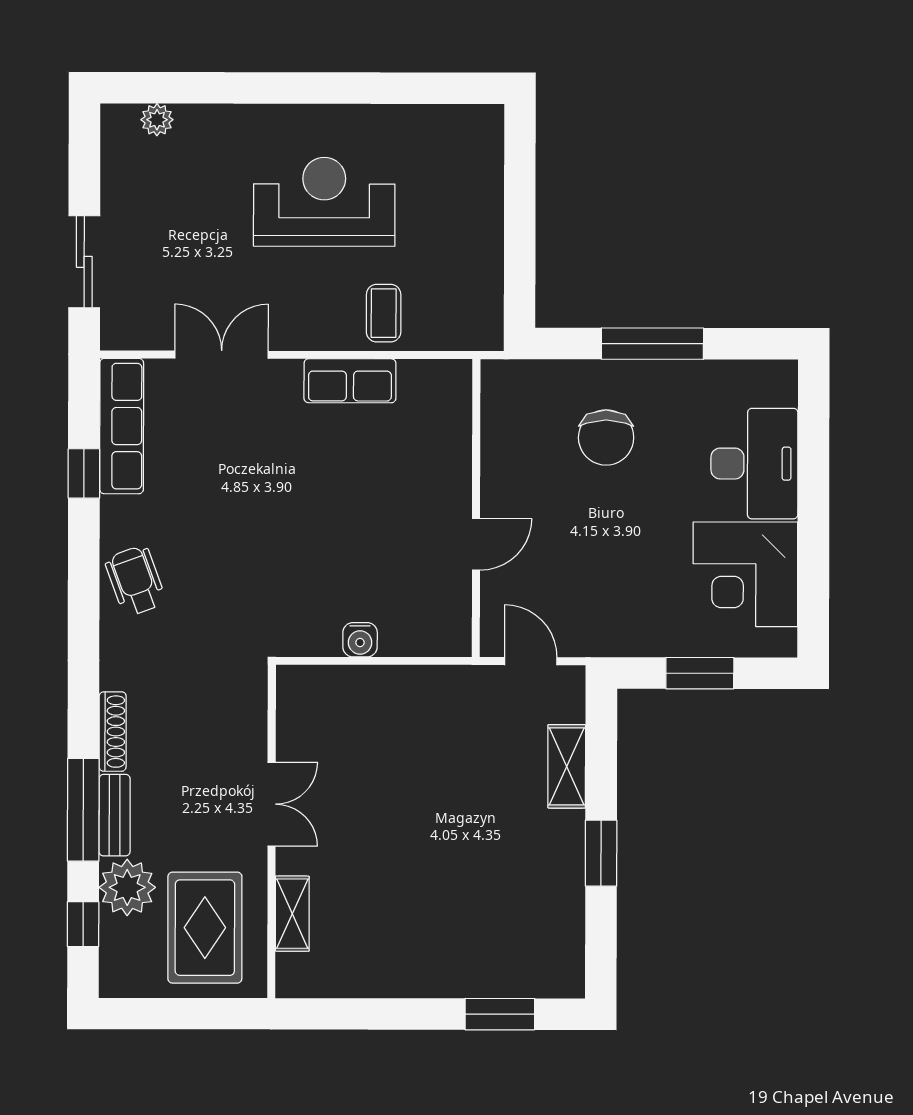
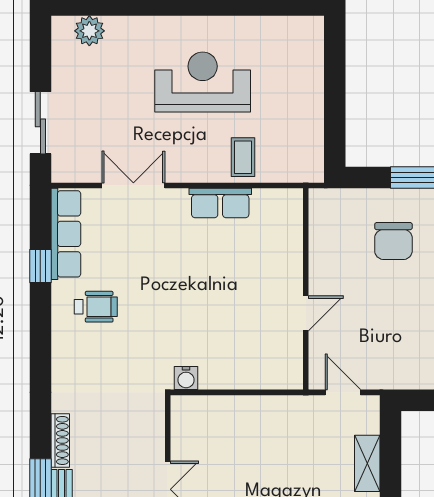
plant: (157, 120) -> (89, 31), width x1.38, depth x1.38
wheelchair: (135, 581) -> (96, 307), moved, turned 110
water cooler: (360, 640) -> (186, 378), moved

